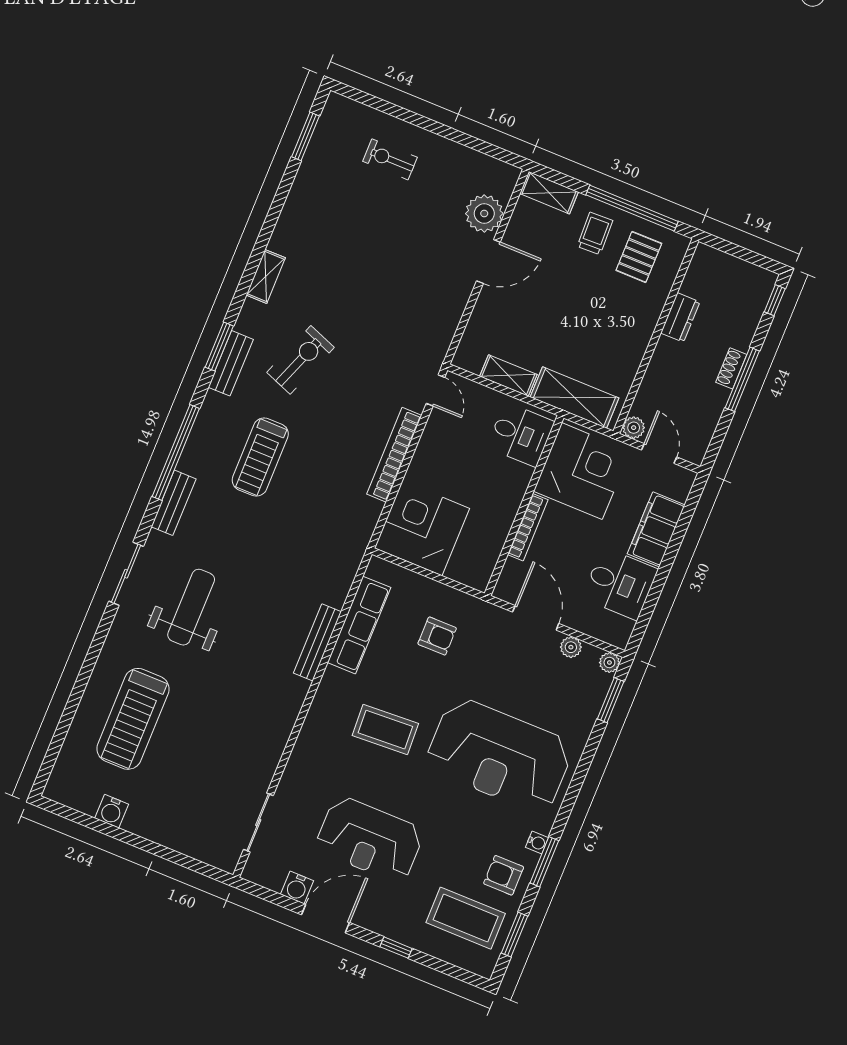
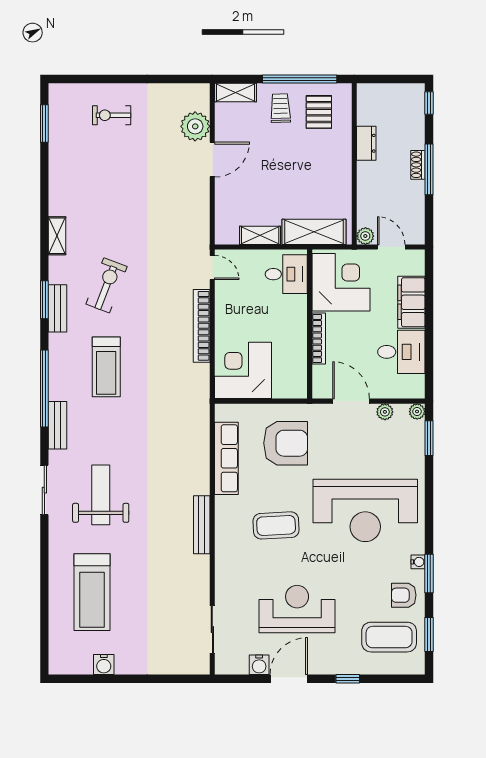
armchair: (437, 636) -> (286, 443), width x1.88, depth x1.88
bench: (317, 642) -> (202, 525), moved
reception desk: (370, 840) -> (297, 609), turned 180

